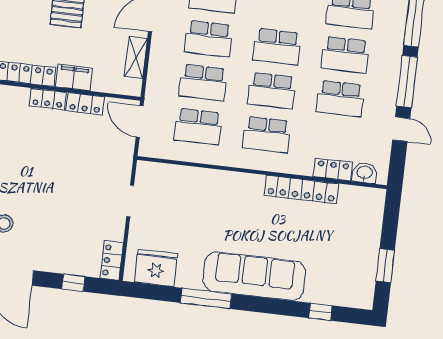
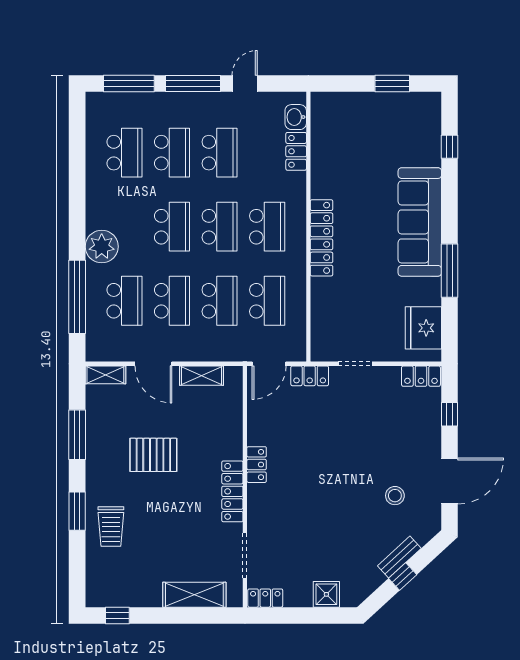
filing cabinet: (74, 78) -> (230, 439), removed
locker: (85, 104) -> (310, 376), moved, turned 90
locker: (301, 190) -> (322, 238), moved

